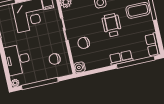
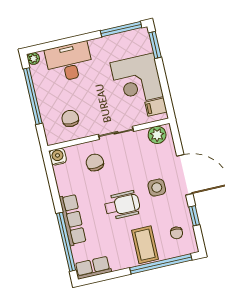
row of seats: (121, 58) -> (73, 220), width x1.48

